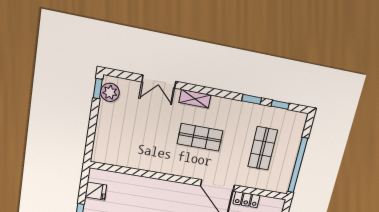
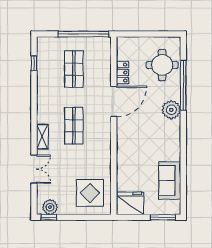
window: (252, 99) -> (34, 89), removed
display table: (119, 142) -> (90, 193), added
shop shelf: (263, 148) -> (74, 69), turned 90
fridge: (96, 191) -> (130, 203), width x1.88, depth x1.34

